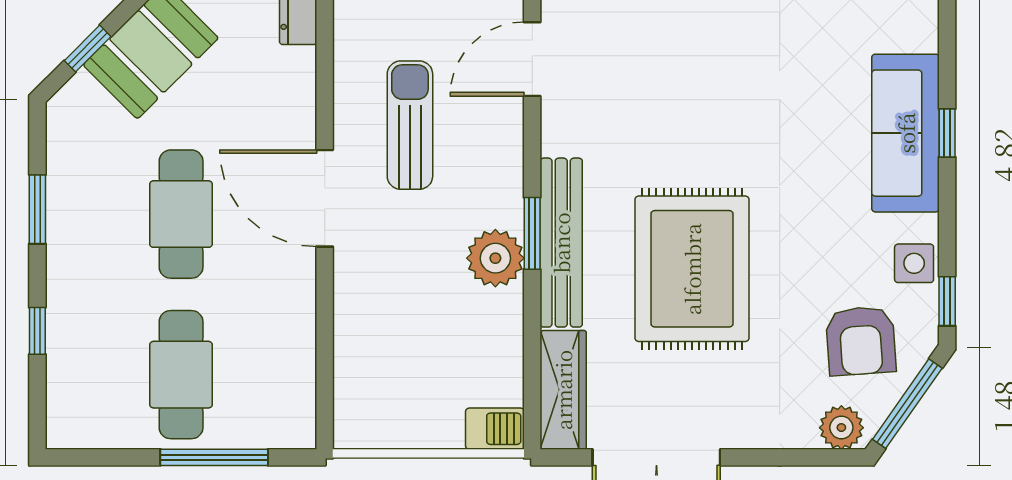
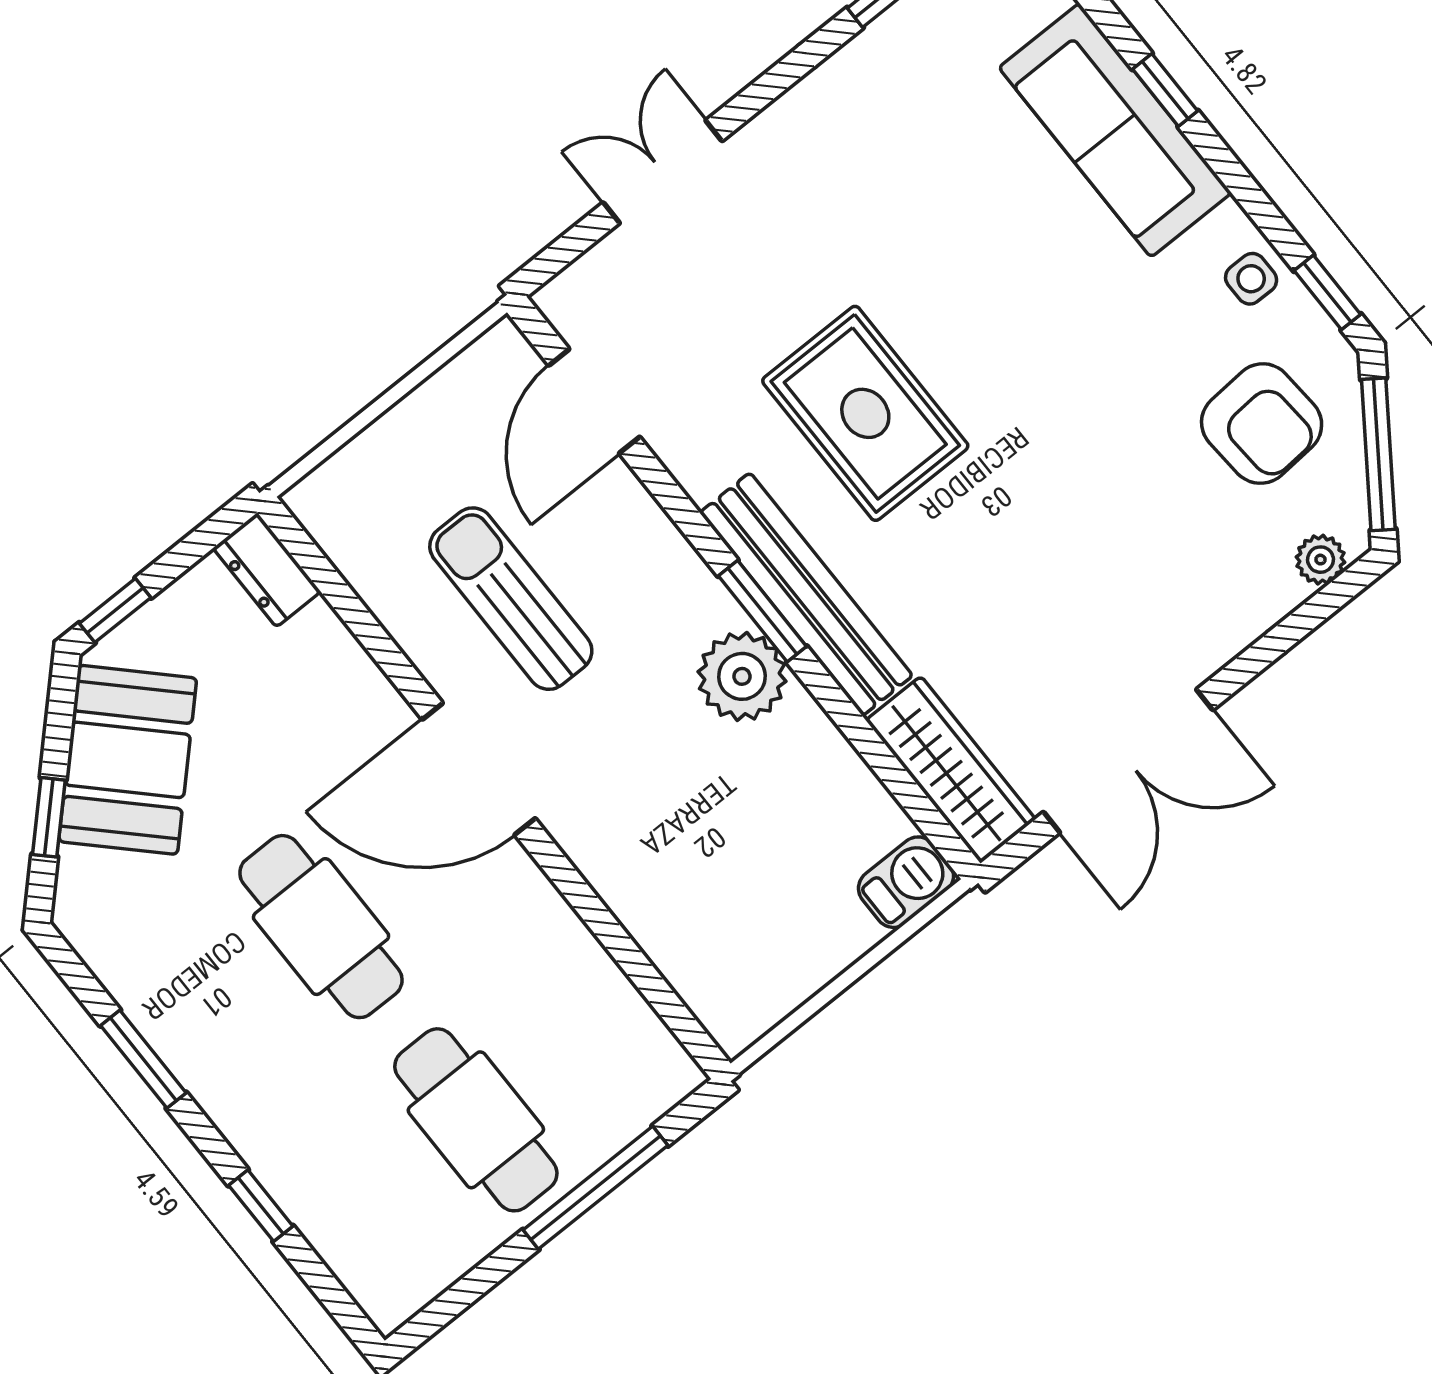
side table: (914, 263) -> (1251, 279), width x0.73, depth x0.73
rug: (692, 269) -> (865, 413), moved, width x0.73, depth x0.69
plant: (841, 428) -> (1321, 560), width x0.73, depth x0.73

